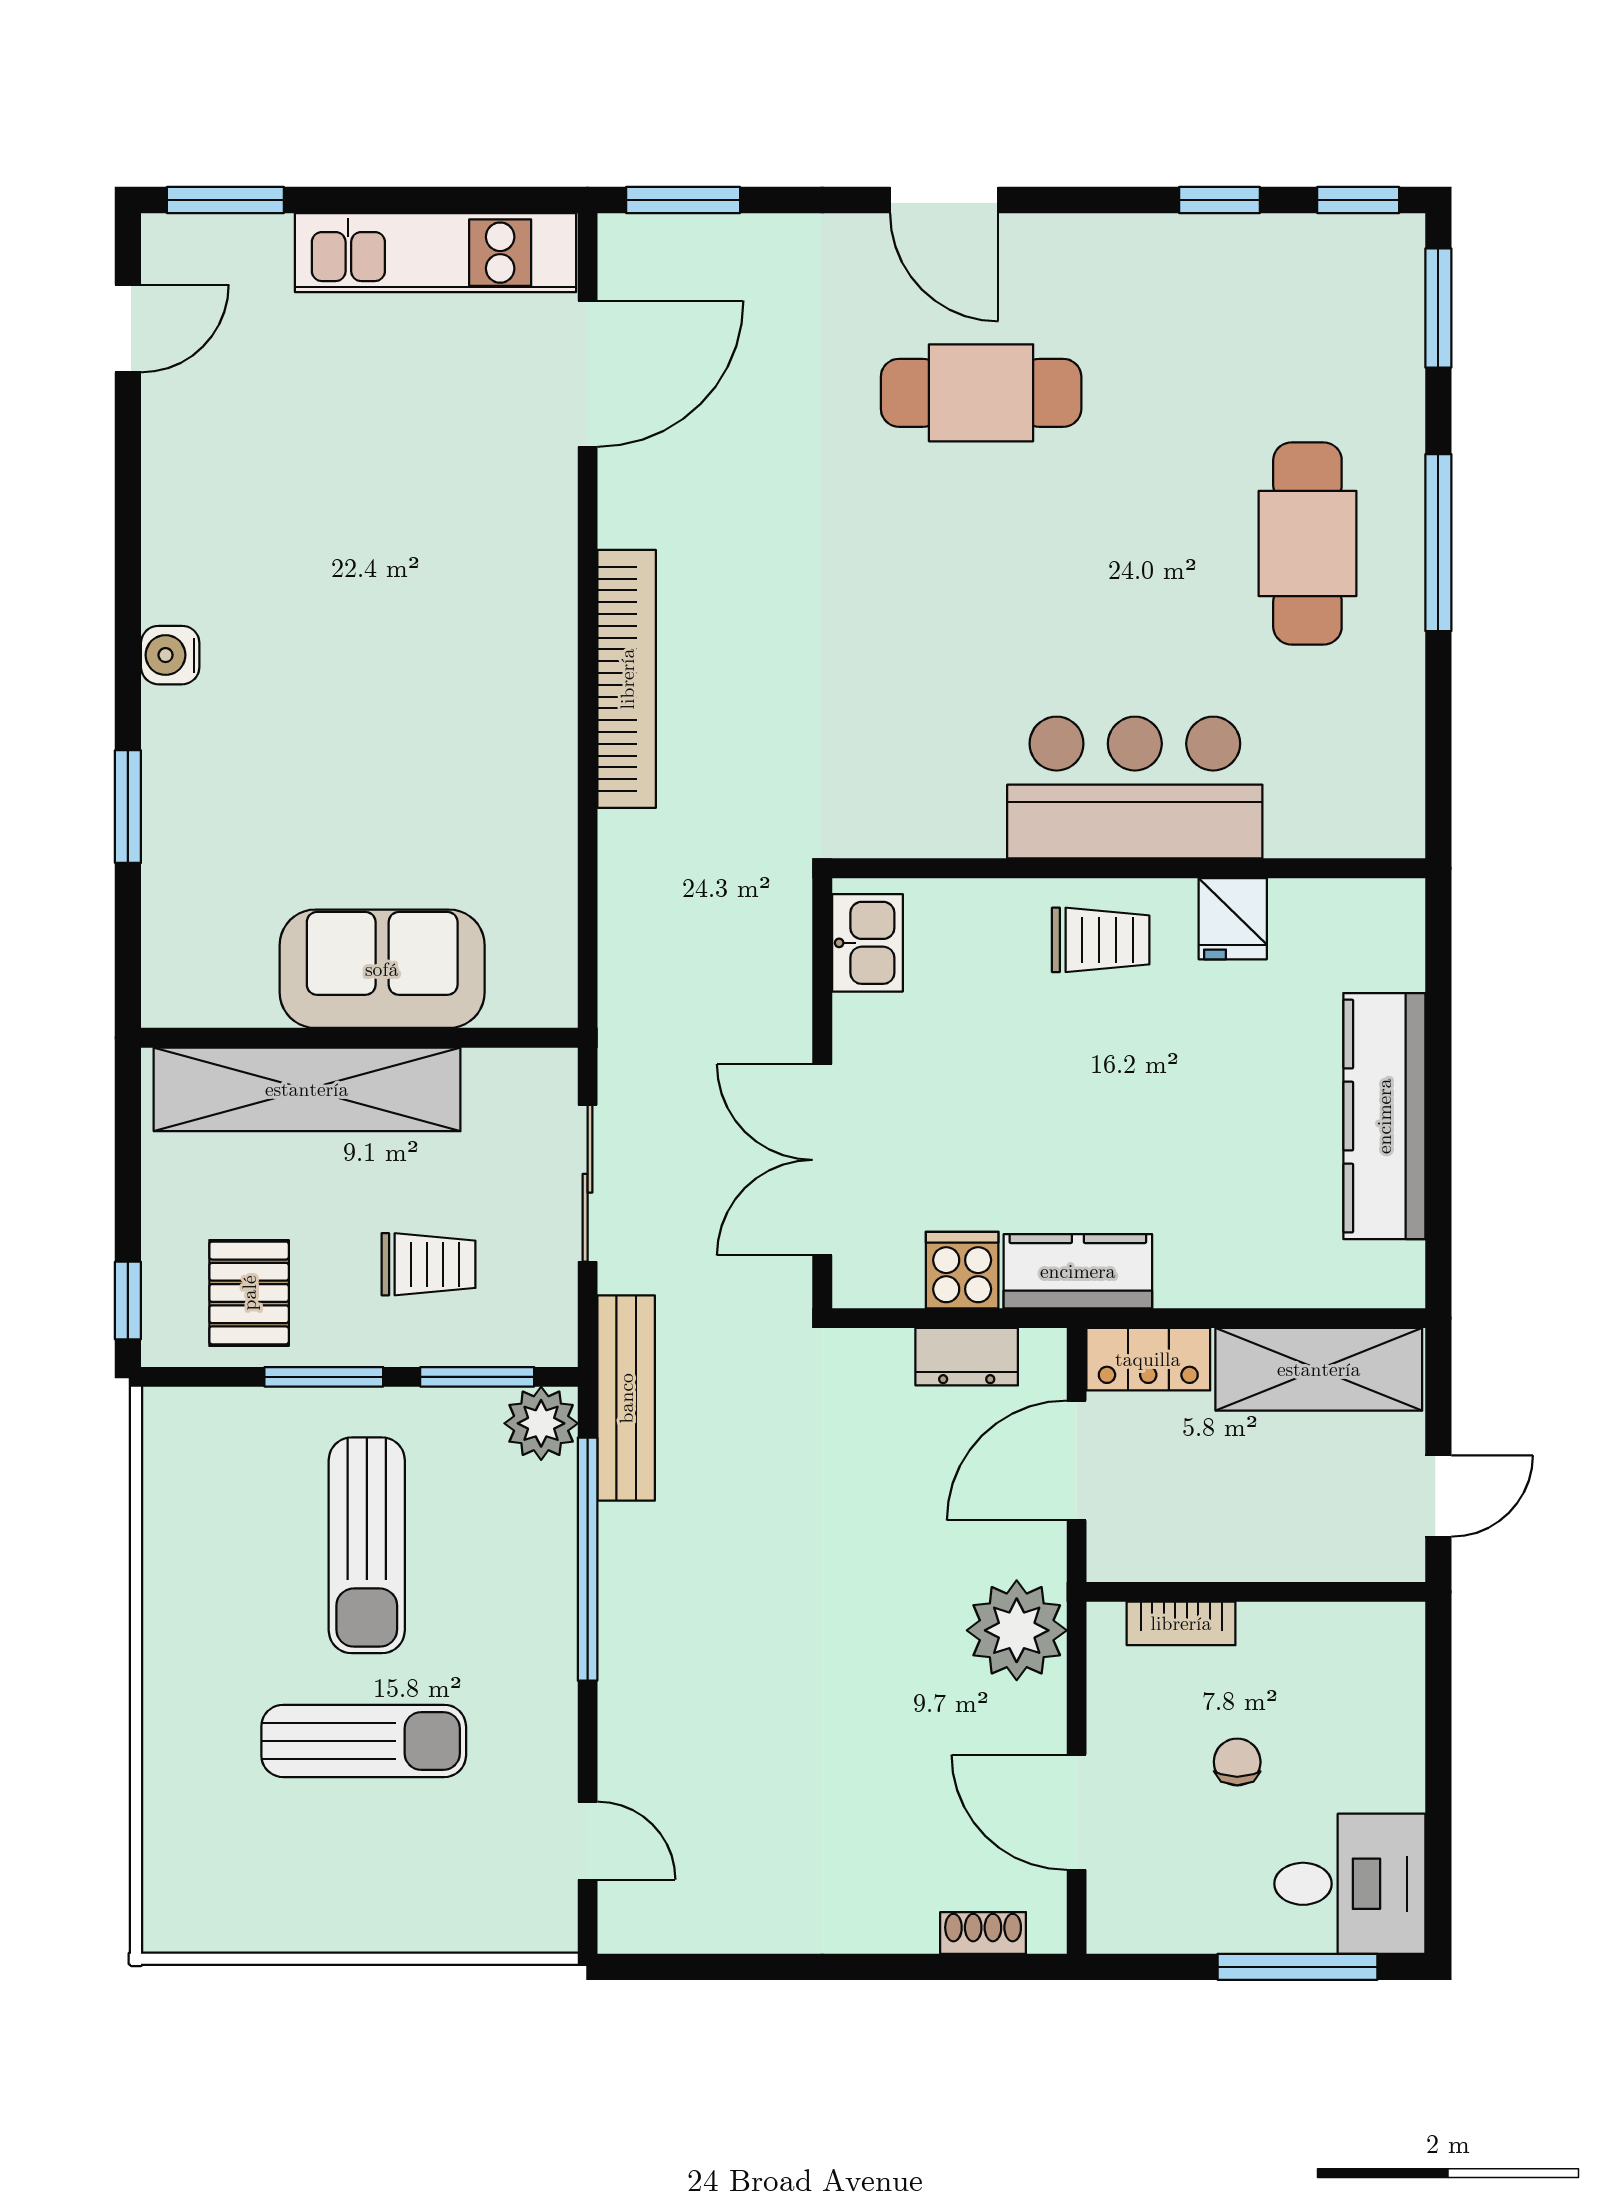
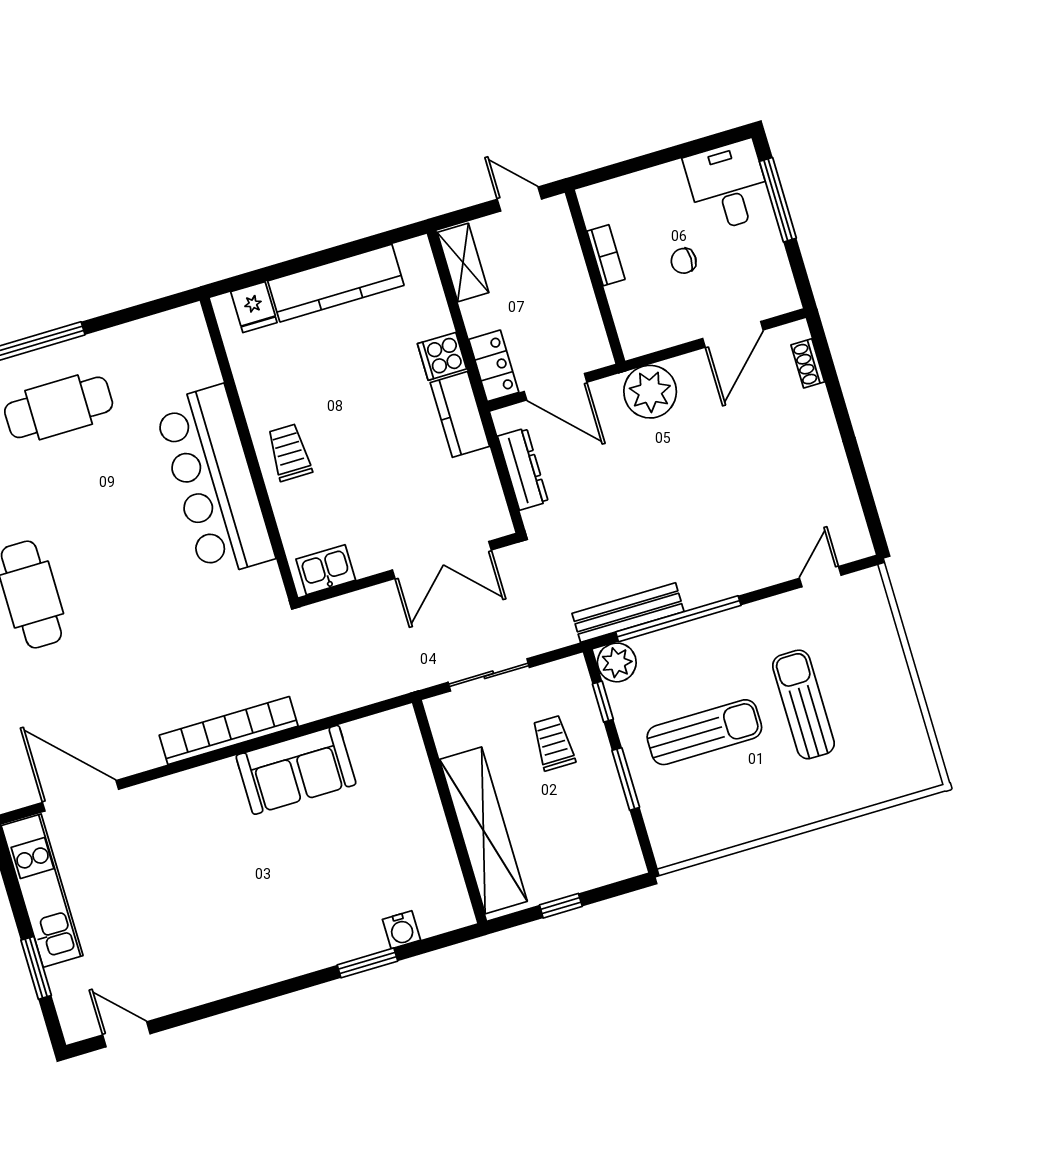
window: (225, 200) -> (36, 968), moved
water cooler: (170, 655) -> (401, 930), moved
bar counter: (1135, 788) -> (214, 481), width x1.36
fridge: (1233, 919) -> (254, 307), moved, turned 90
sofa: (382, 969) -> (296, 770), moved, turned -90
cooker: (962, 1270) -> (442, 356), moved
pallet: (249, 1293) -> (595, 829), removed
window: (128, 1300) -> (561, 906), moved
dresser: (967, 1357) -> (523, 469), width x1.44
shelving: (1319, 1369) -> (463, 262), width x0.67, depth x0.75
window: (477, 1377) -> (603, 702), width x0.67
bench: (626, 1398) -> (628, 612), moved
bookcase: (1181, 1623) -> (606, 255), moved

